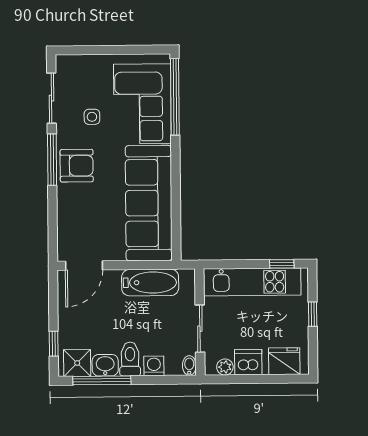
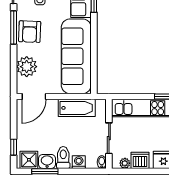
armchair: (77, 166) -> (30, 32), turned 92
plant: (73, 220) -> (27, 67), added
window: (102, 380) -> (45, 171), width x0.69

